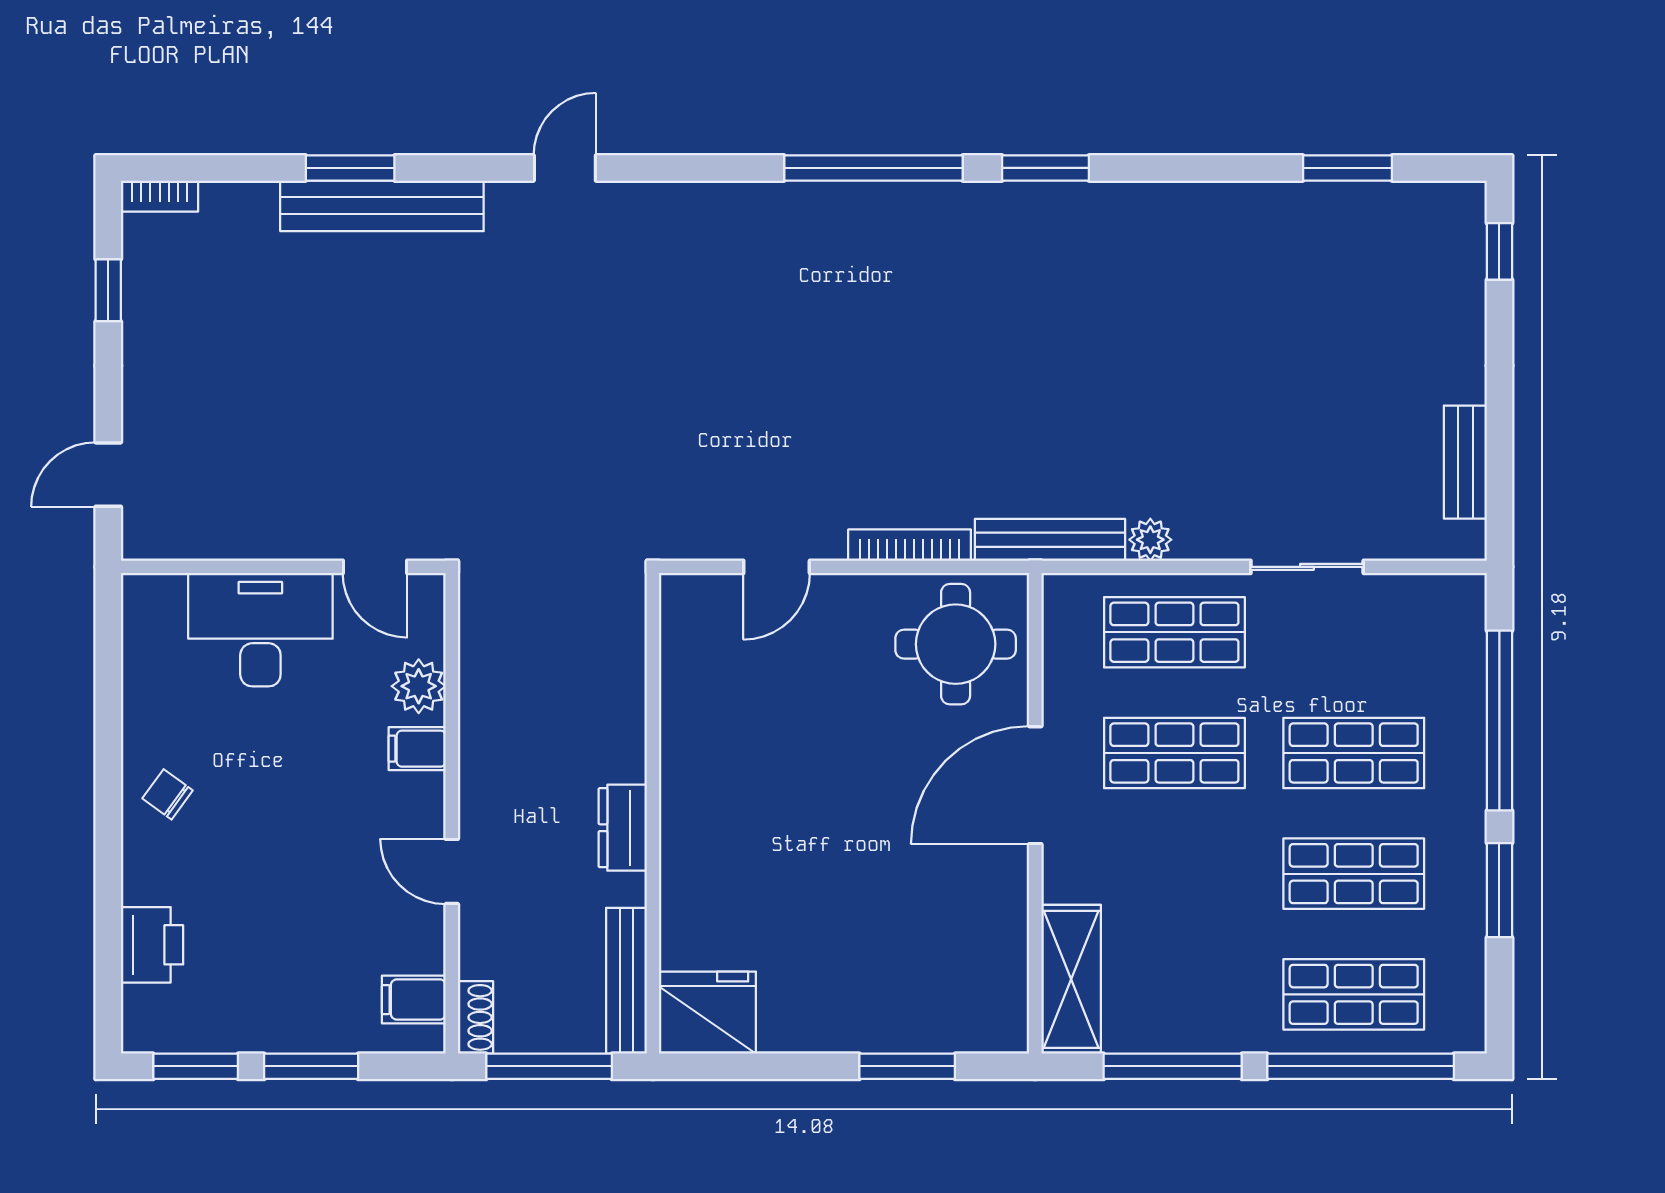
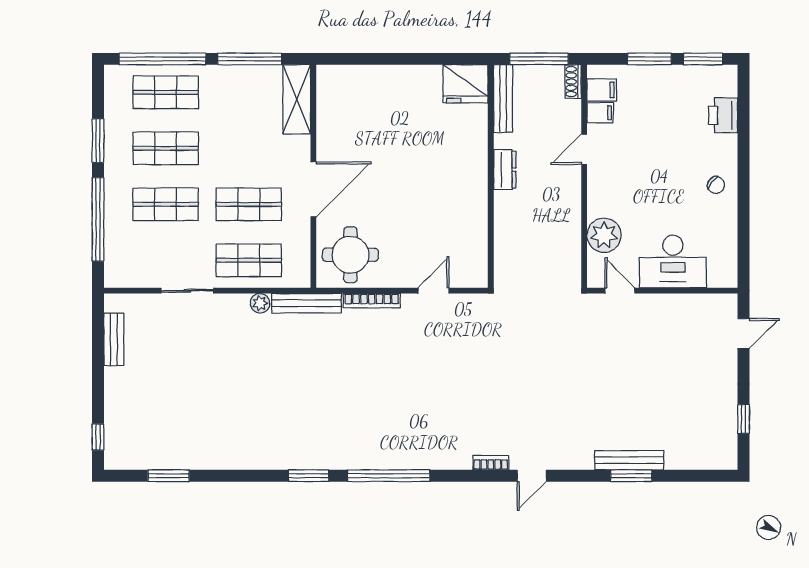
bookcase: (160, 196) -> (491, 463), moved
bench: (382, 206) -> (629, 460), width x0.73, depth x0.82
plant: (419, 686) -> (604, 235), width x1.36, depth x1.36
filing cabinet: (417, 749) -> (600, 113), moved
door: (452, 871) -> (584, 149), swing flipped
window: (907, 1066) -> (373, 59), removed

